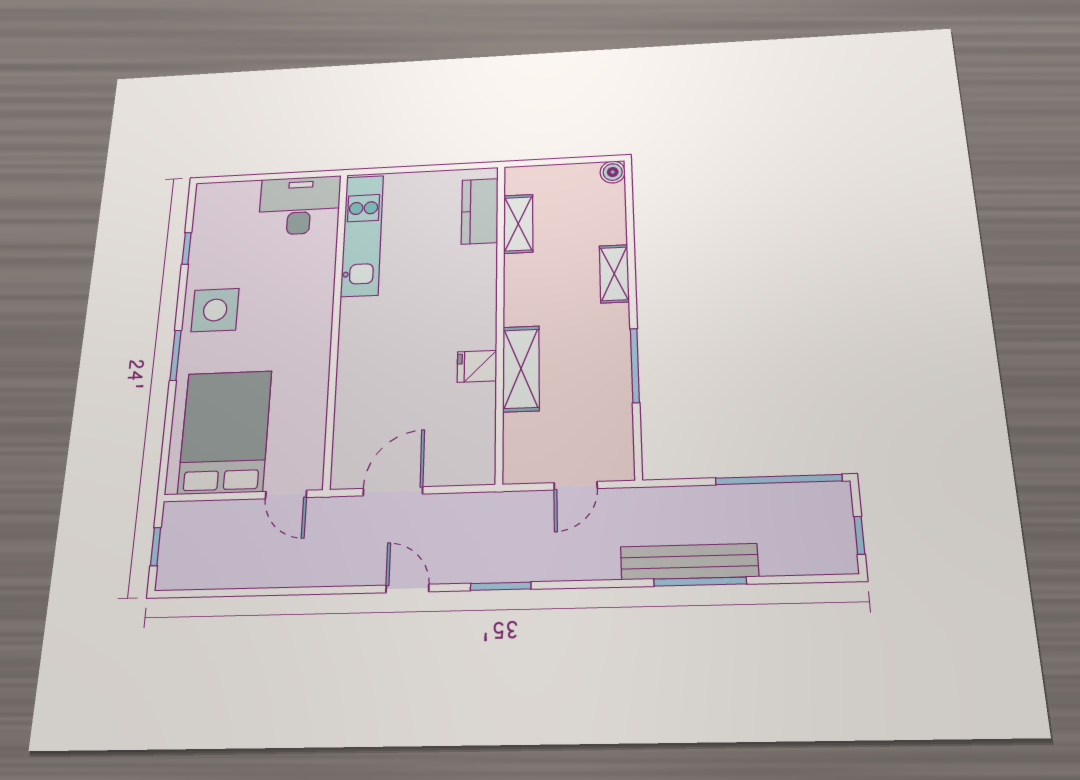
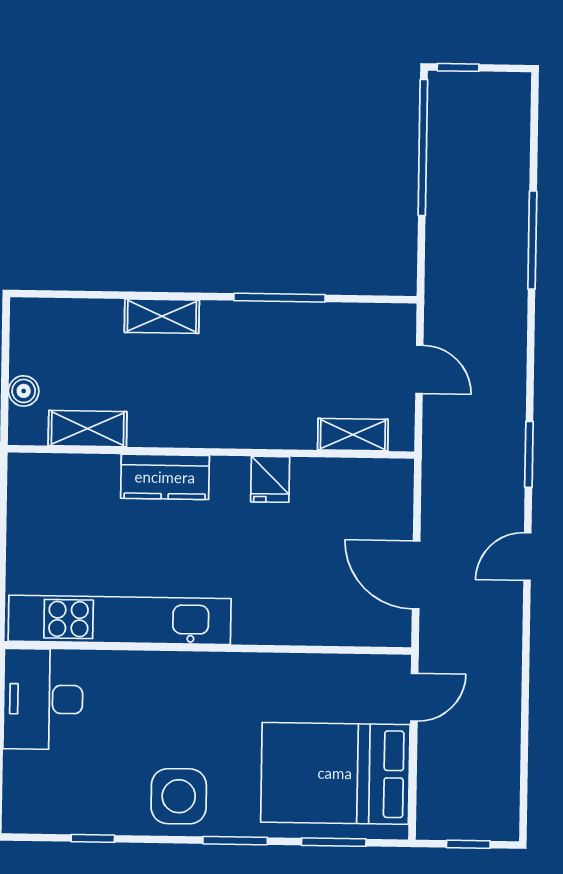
boiler: (613, 172) -> (24, 391), moved
kitchen counter: (480, 211) -> (165, 477), moved
kitchen unit: (362, 235) -> (120, 620), width x1.36
shelving: (521, 369) -> (353, 435), moved, width x0.67, depth x0.75
window: (167, 434) -> (334, 842), added
window: (859, 535) -> (458, 67), moved
bench: (689, 562) -> (510, 250), removed

